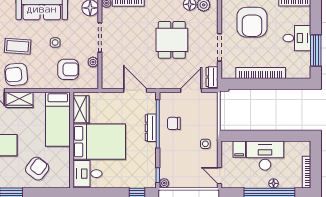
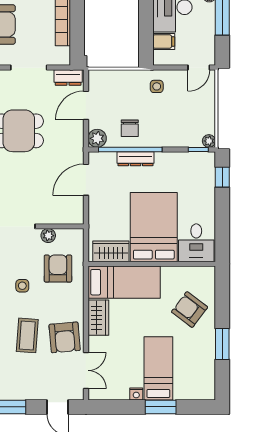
door: (191, 90) -> (86, 105), hinge flipped
plant: (166, 99) -> (97, 138), added
wardrobe: (20, 100) -> (98, 318), moved

